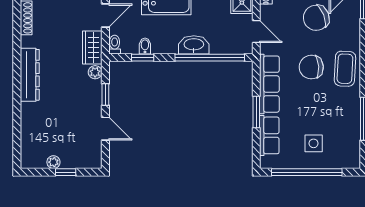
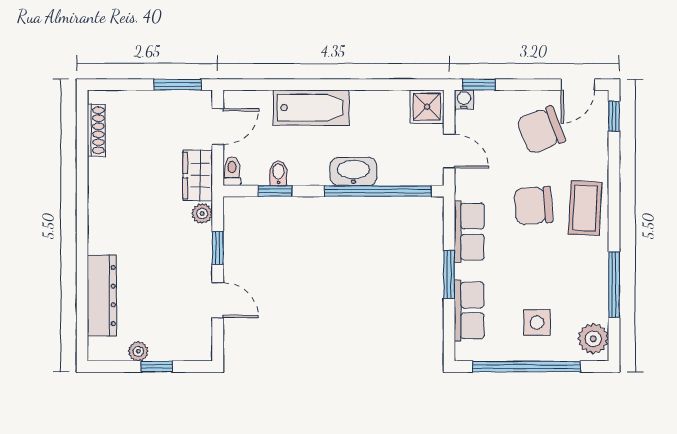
dresser: (30, 75) -> (102, 295), moved
row of seats: (269, 84) -> (469, 232), width x0.68
plant: (350, 154) -> (593, 339), added

